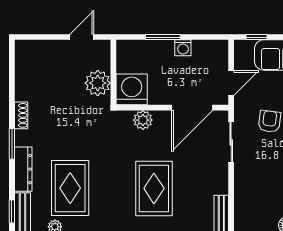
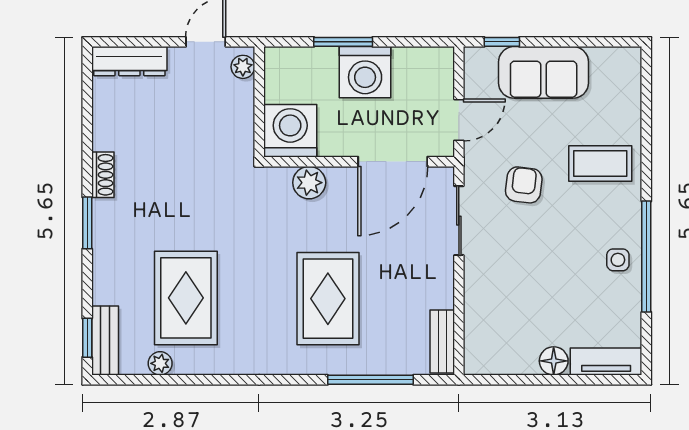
washing machine: (183, 48) -> (365, 72), width x1.89, depth x1.89
plant: (98, 83) -> (243, 67), moved, width x0.53, depth x0.53
dresser: (23, 169) -> (129, 61), moved, turned 90

